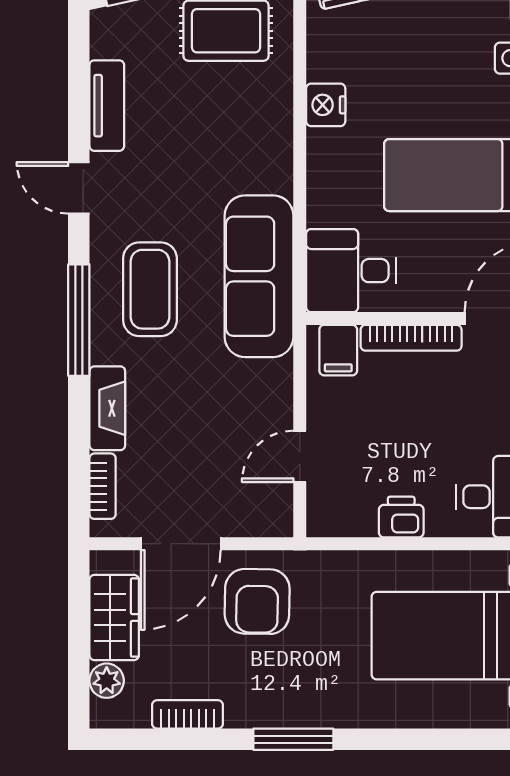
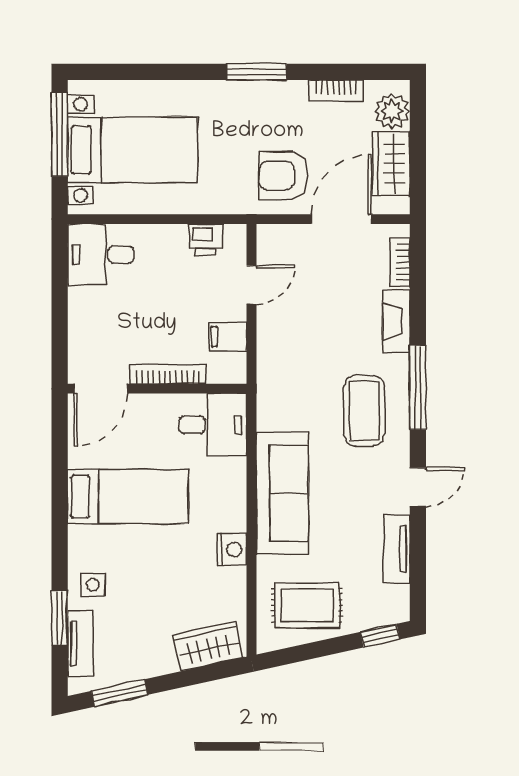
door: (79, 188) -> (418, 487), hinge flipped
sofa: (259, 276) -> (282, 493), moved
filing cabinet: (338, 350) -> (228, 337), moved, turned -90
printer: (401, 517) -> (205, 239), moved
armchair: (257, 601) -> (284, 176), turned -91
plant: (107, 681) -> (392, 111), width x1.38, depth x1.38

